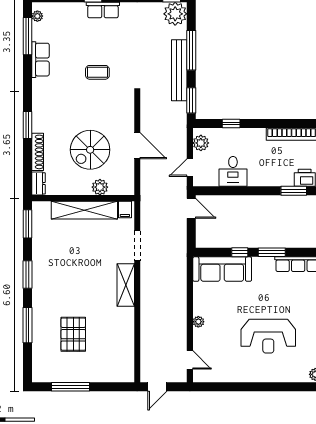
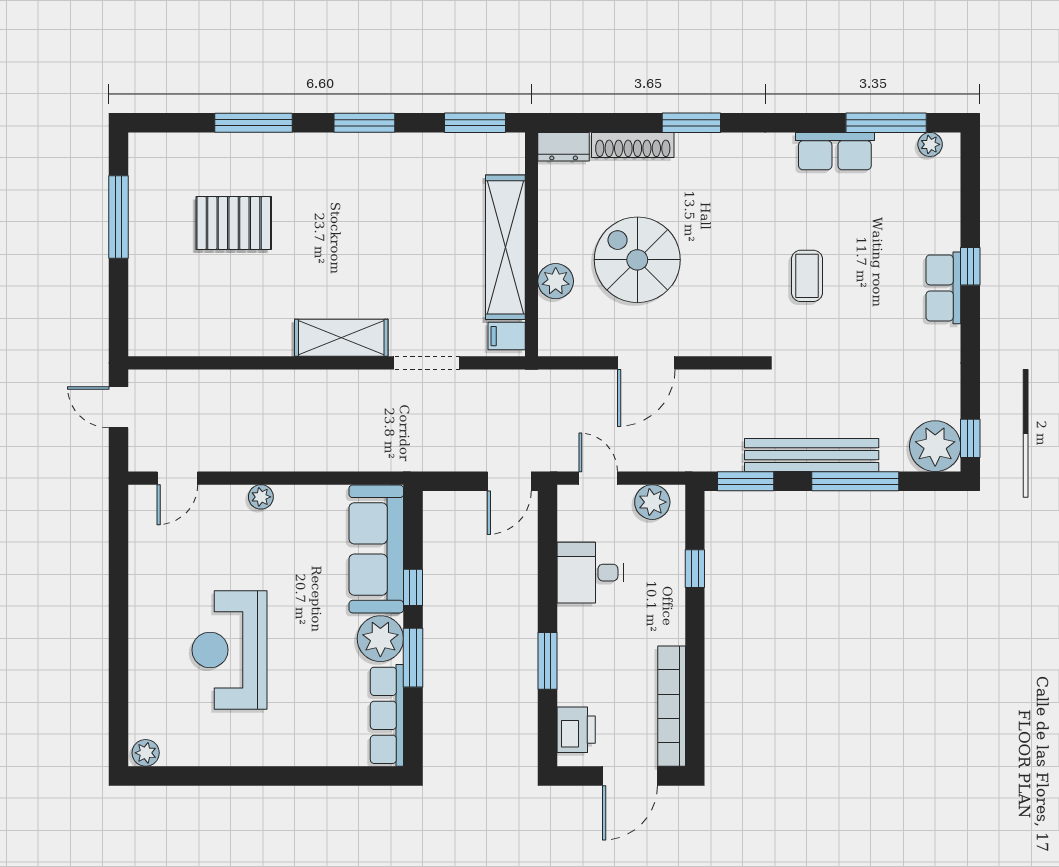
window: (294, 191) -> (548, 661), moved
plant: (263, 267) -> (380, 639), added

